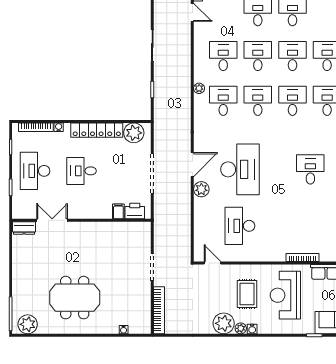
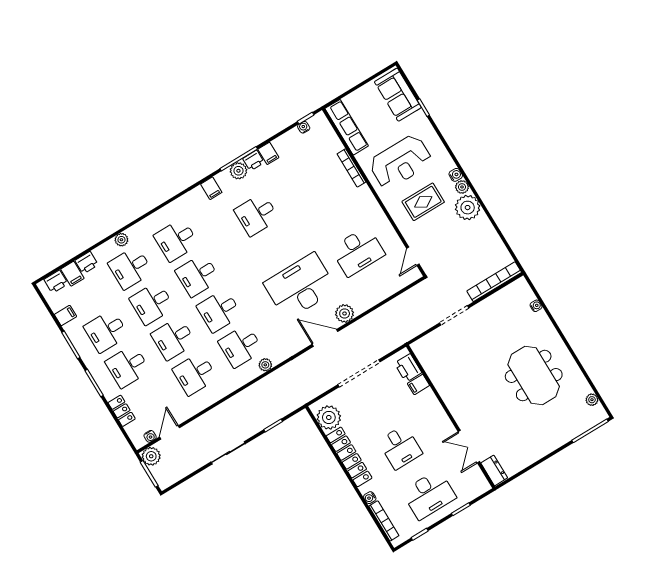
plant: (199, 88) -> (265, 365), moved
plant: (28, 324) -> (592, 400), width x0.53, depth x0.53

